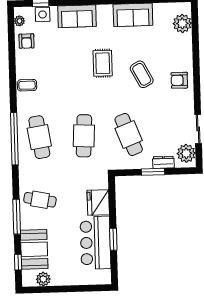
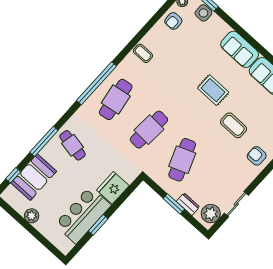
sofa: (77, 16) -> (240, 49), moved
rug: (103, 63) -> (213, 90), turned 90
coffee table: (142, 74) -> (234, 125), turned -62
plant: (43, 279) -> (32, 216), moved

